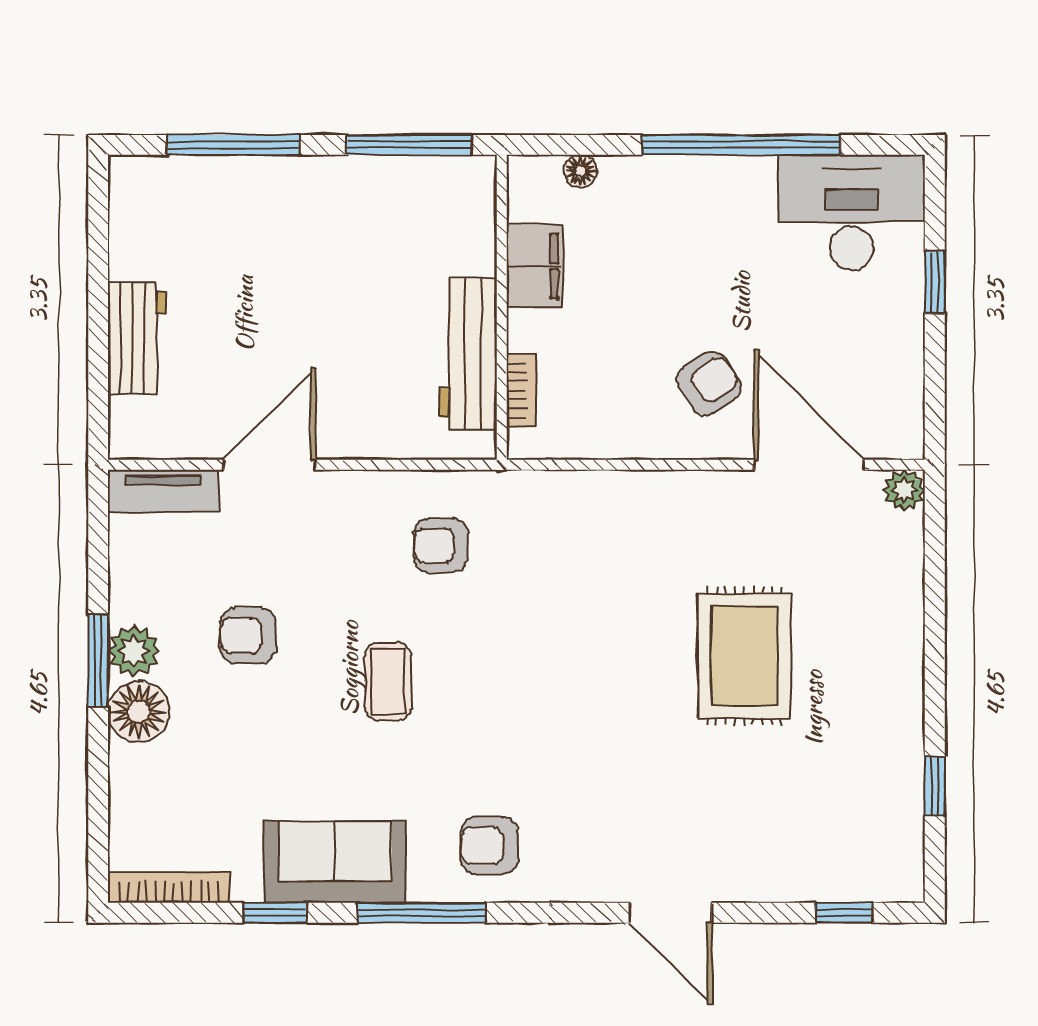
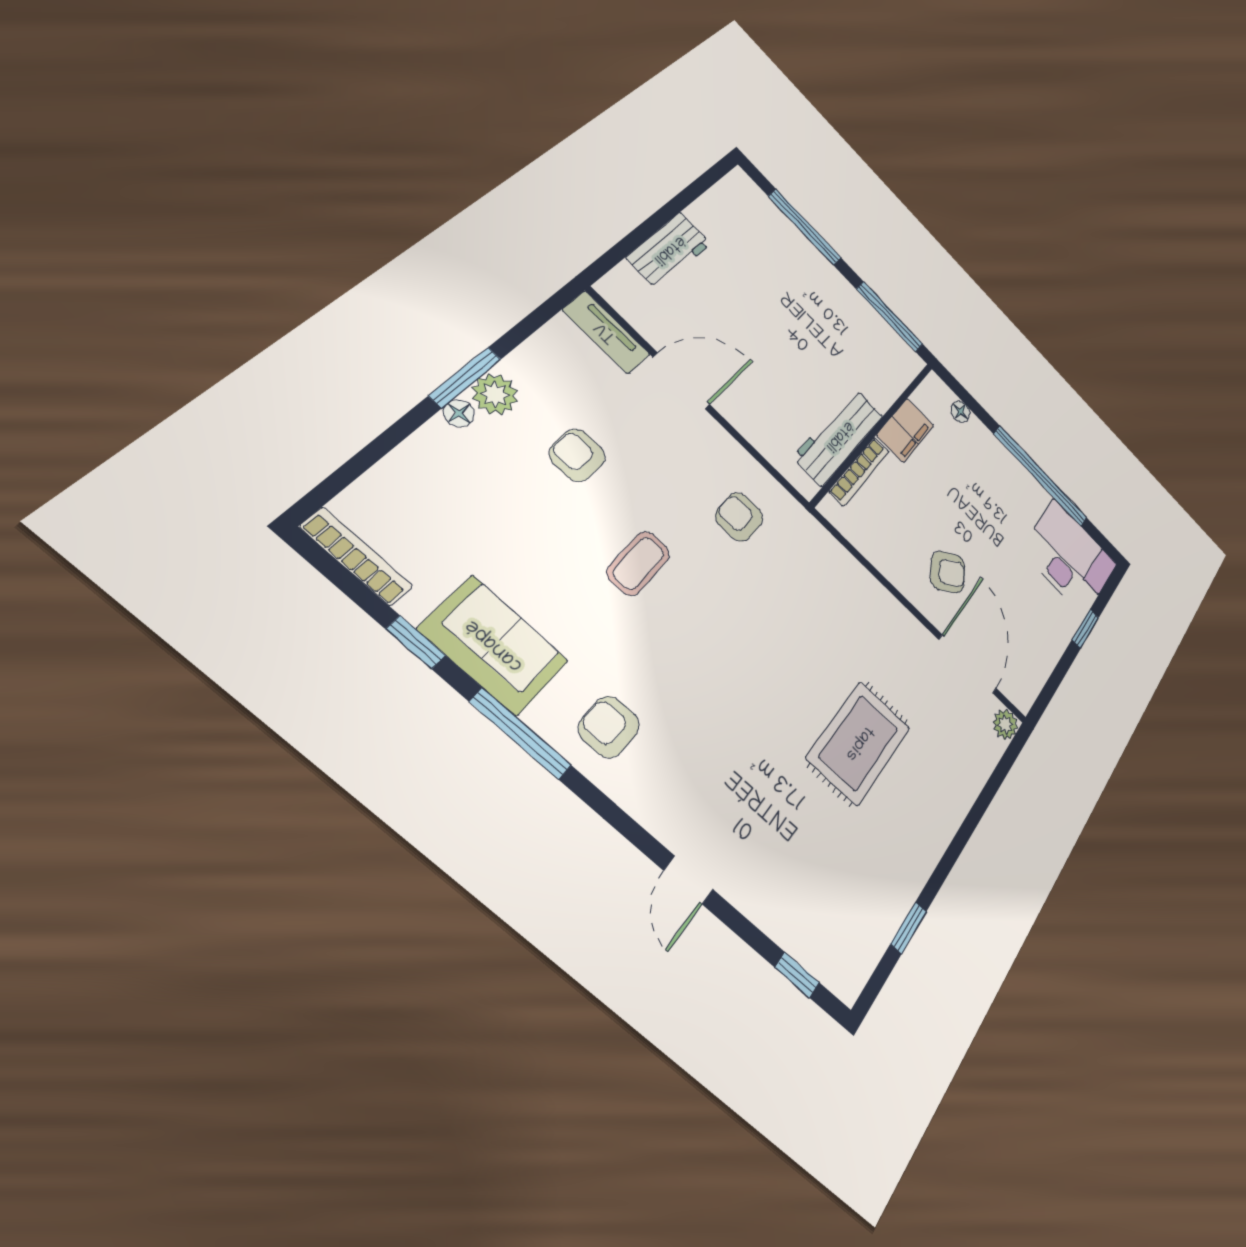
bookcase: (521, 391) -> (859, 471), width x1.56
floor lamp: (139, 712) -> (459, 413), width x0.53, depth x0.53
door: (671, 913) -> (688, 880), width x0.73

